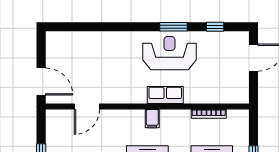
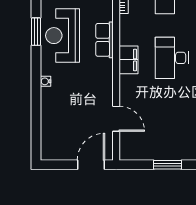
water cooler: (124, 36) -> (46, 81), added
filing cabinet: (152, 119) -> (128, 60), width x2.00

